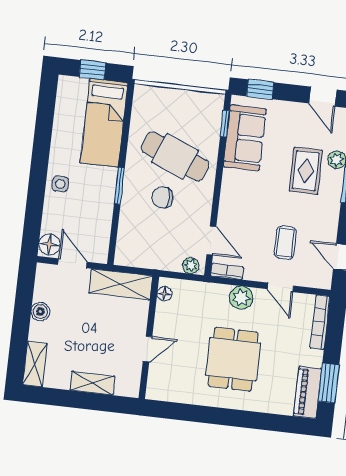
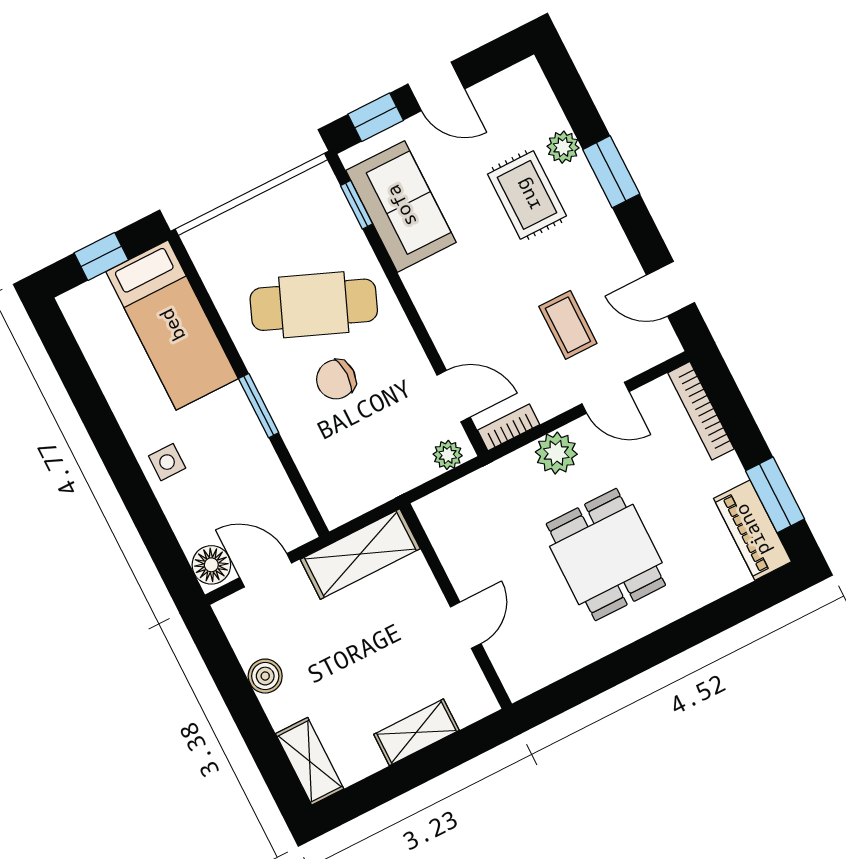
door: (323, 97) -> (436, 86), moved
floor lamp: (164, 294) -> (436, 524), removed

